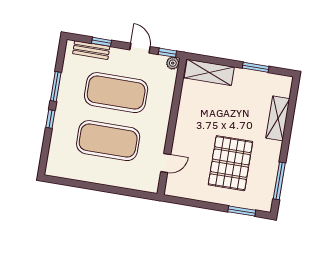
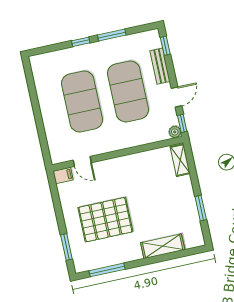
window: (101, 42) -> (165, 46), moved
bench: (91, 50) -> (160, 66), moved
shelving: (209, 72) -> (180, 160), width x0.67, depth x0.75
filing cabinet: (172, 187) -> (63, 176), added

